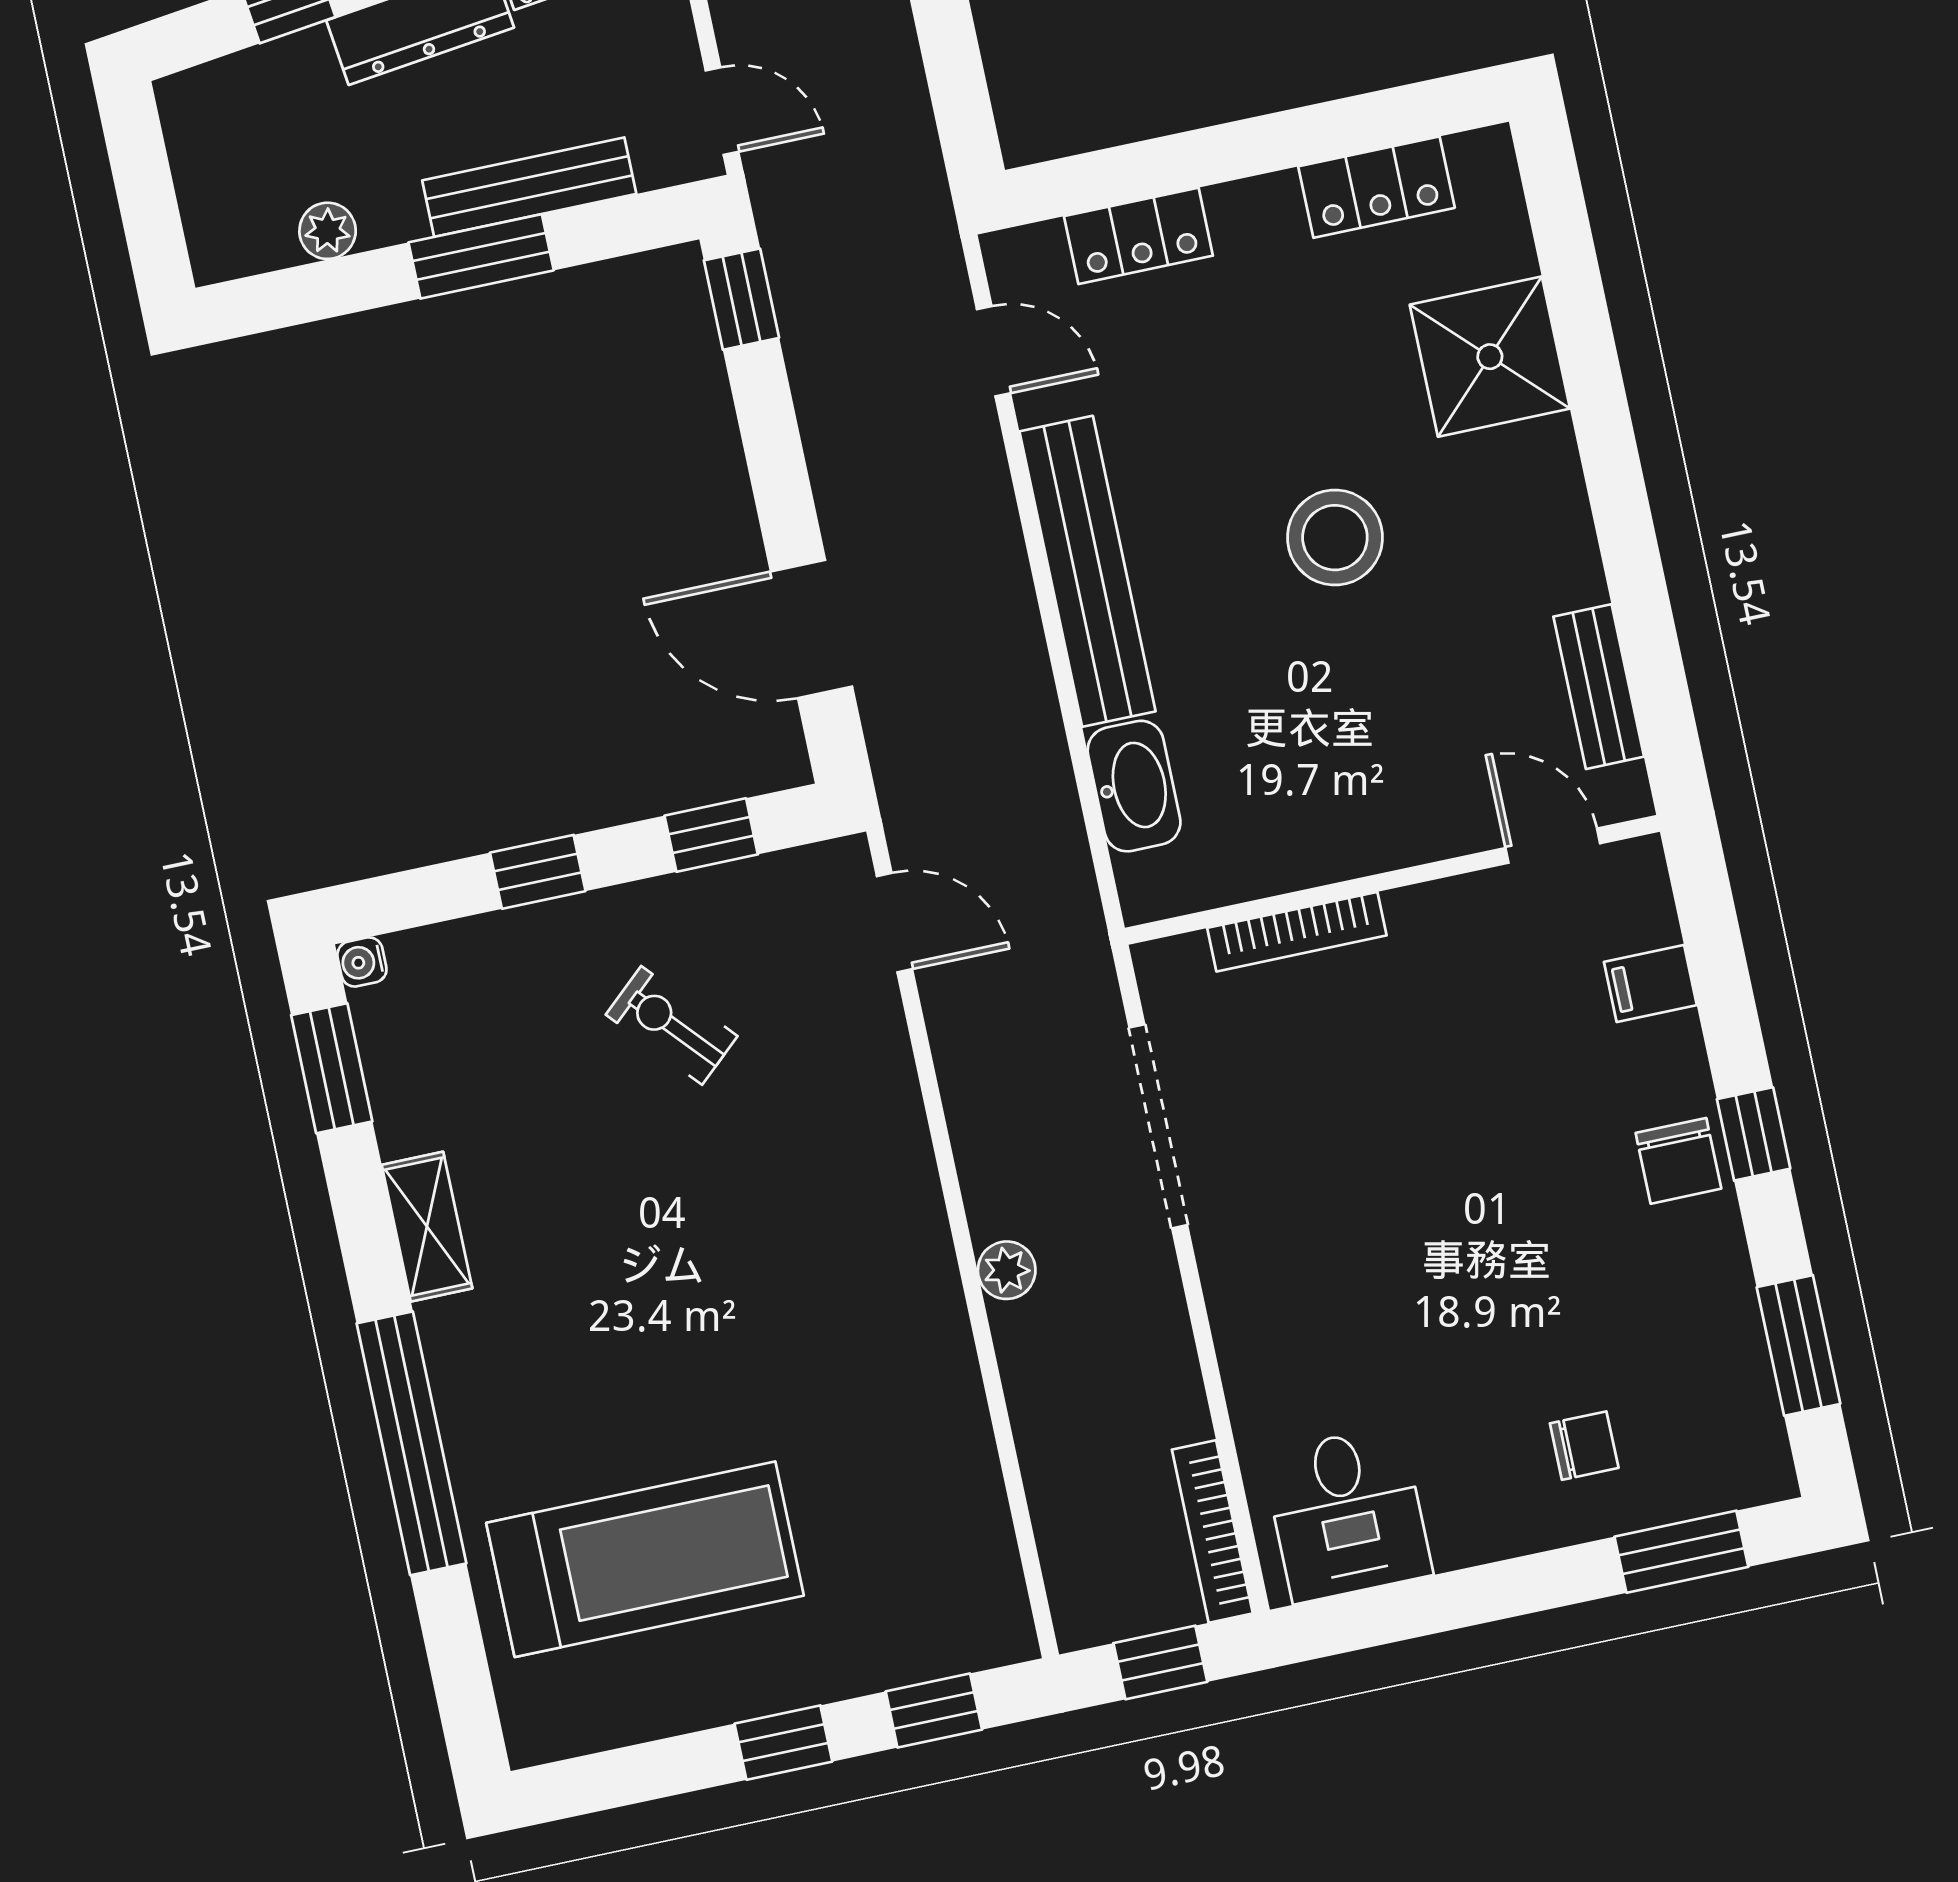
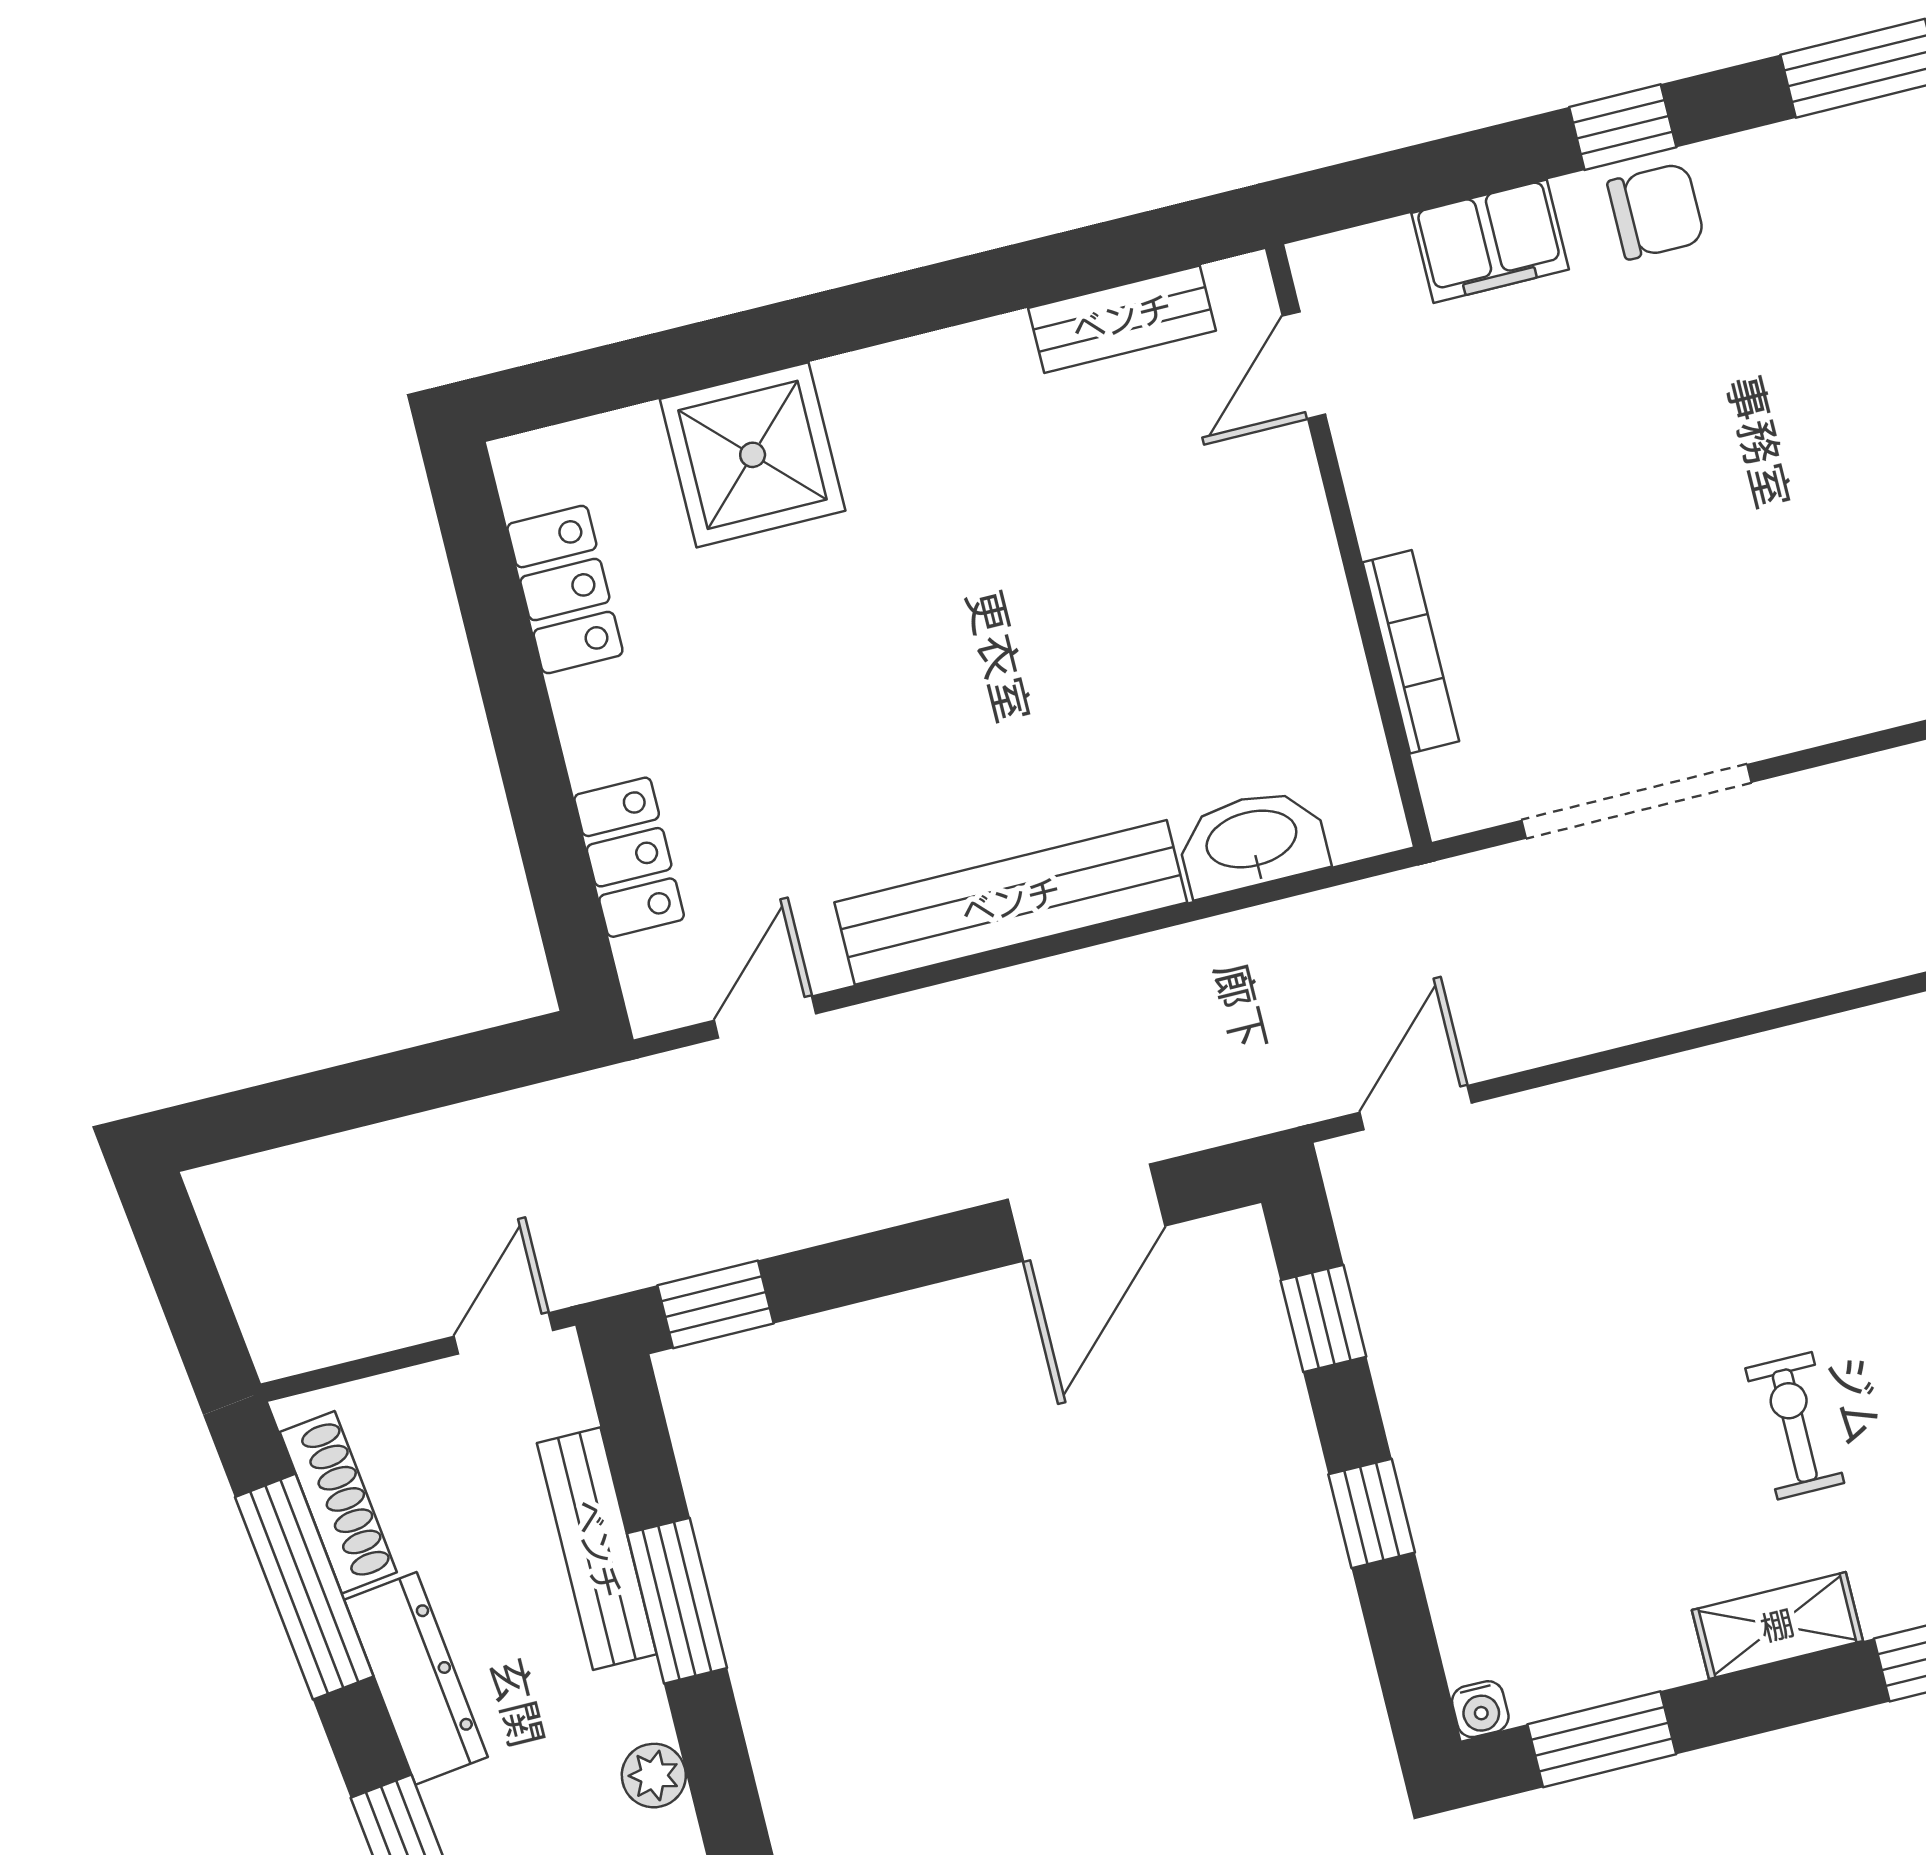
stool: (1335, 538) -> (963, 623), removed
filing cabinet: (1650, 984) -> (1490, 241), width x2.00
exercise bike: (672, 1025) -> (1795, 1426), moved, turned 132
plant: (1007, 1270) -> (1805, 968), removed

